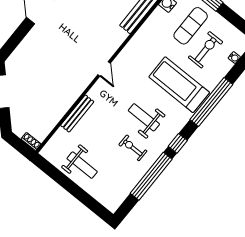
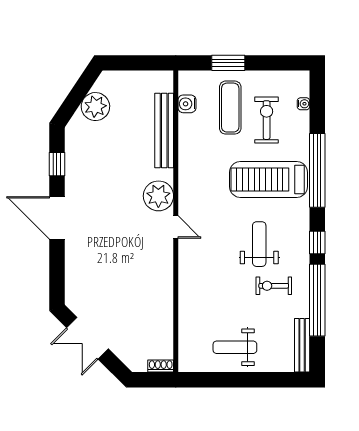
plant: (109, 43) -> (158, 196), added
bench: (77, 114) -> (302, 345), moved
weight bench: (144, 117) -> (259, 244), turned 90
weight bench: (82, 165) -> (235, 347), turned 180

